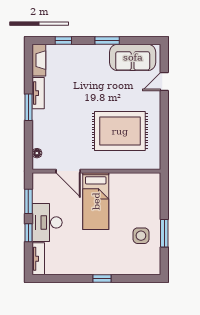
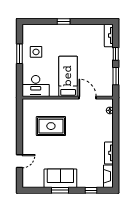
sofa: (133, 57) -> (60, 178), moved
window: (28, 107) -> (116, 143), removed
rug: (120, 131) -> (51, 126), width x0.73, depth x0.69
desk: (47, 222) -> (36, 86), moved, turned 90

